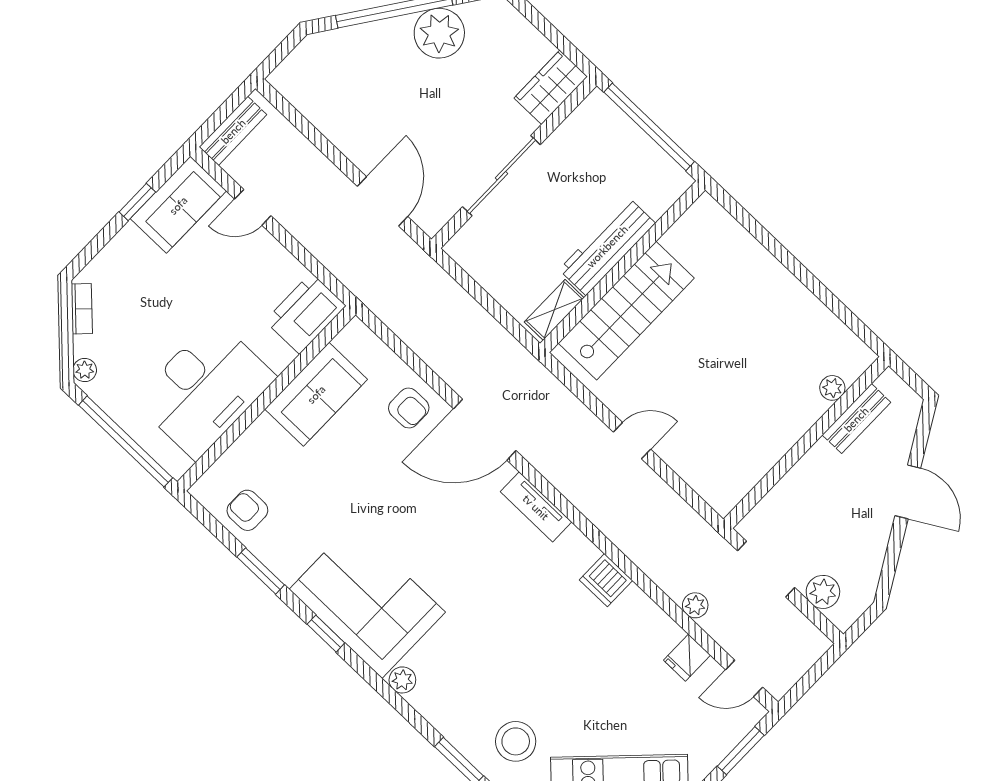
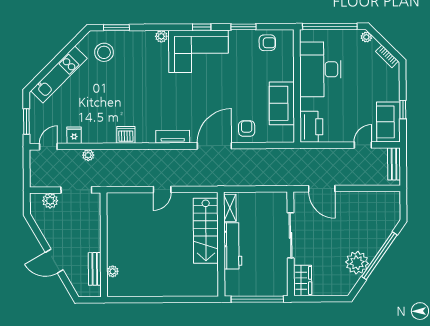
armchair: (409, 408) -> (247, 129), turned 90

